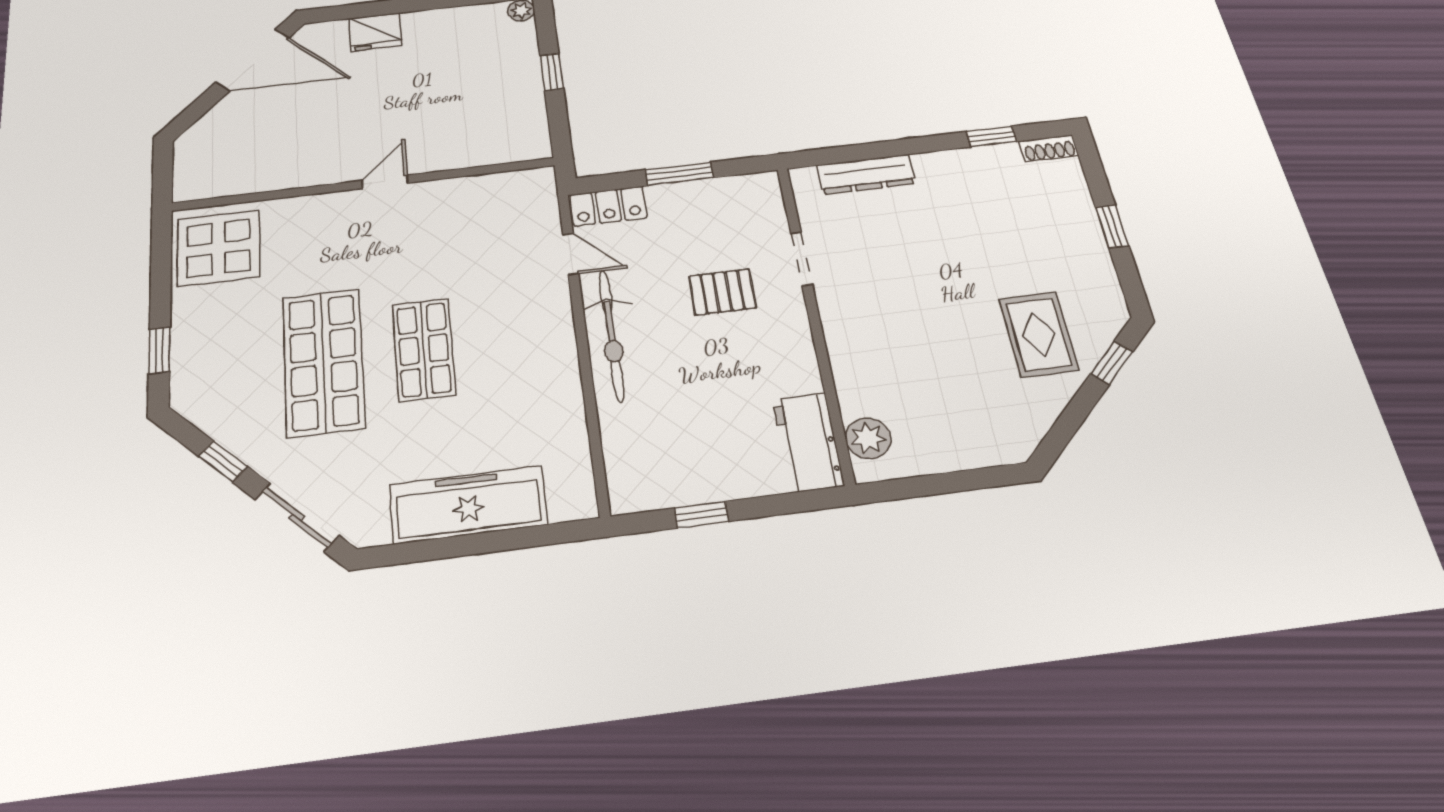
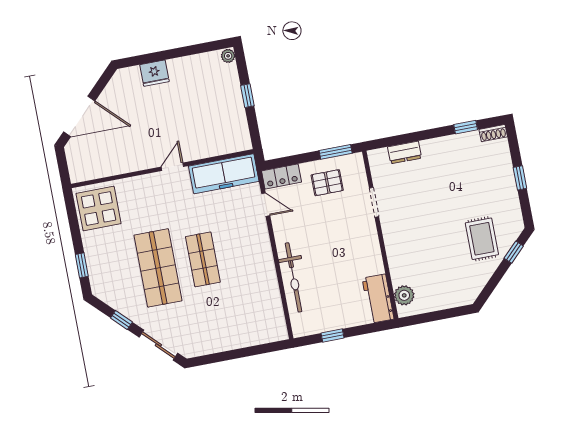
door: (253, 60) -> (79, 116), moved
window: (679, 174) -> (336, 152), moved
dresser: (866, 174) -> (405, 152), width x0.70
pallet: (722, 292) -> (327, 183), moved
bicycle: (611, 335) -> (294, 277), moved
freezer: (468, 505) -> (224, 174), moved, turned 180

